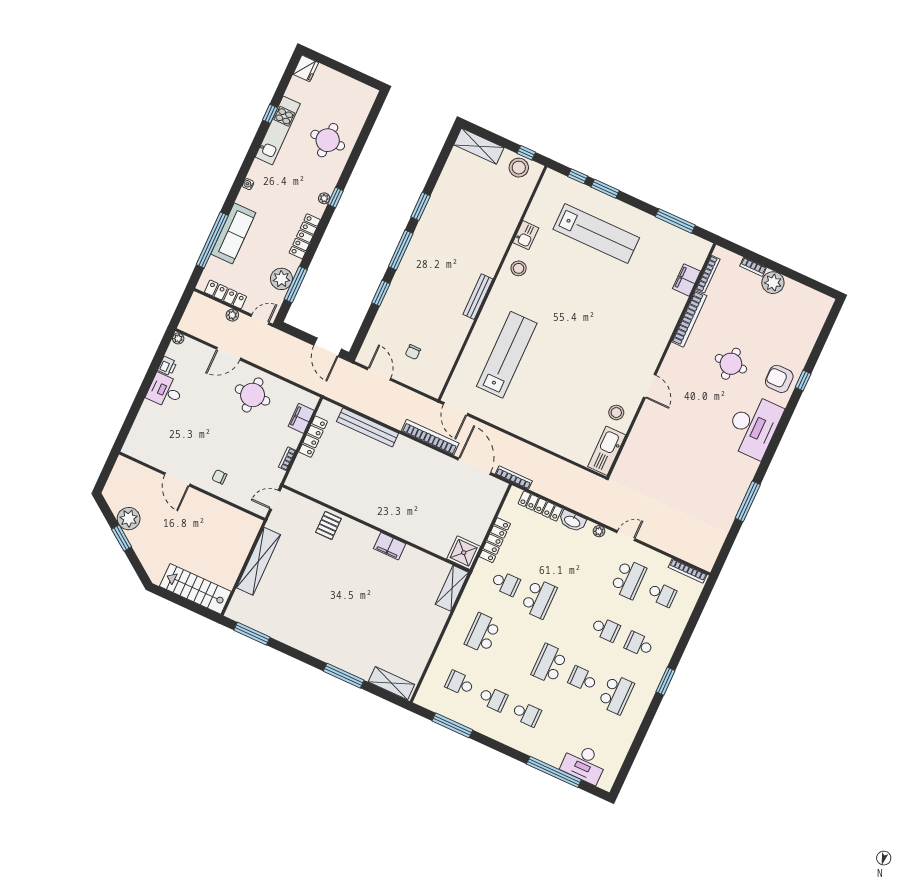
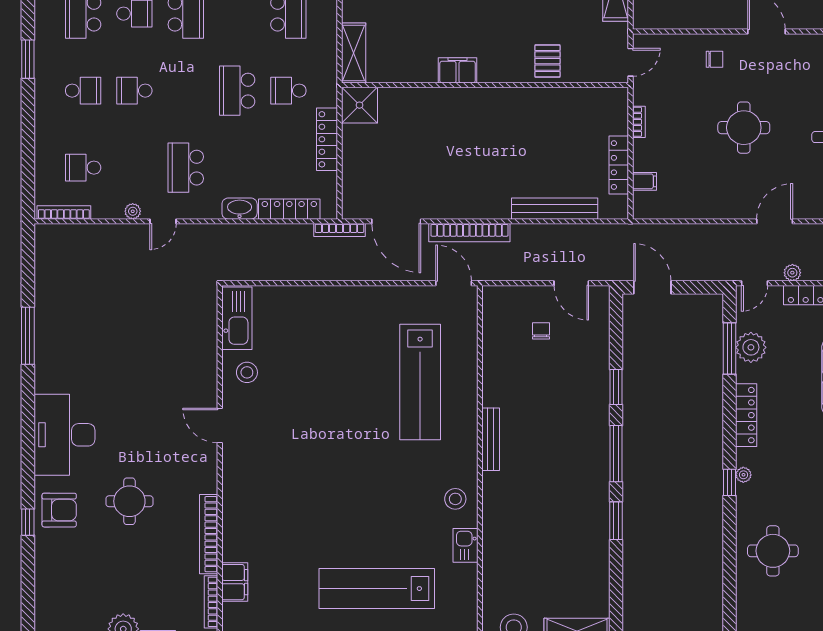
round table: (253, 395) -> (744, 128), moved
filing cabinet: (301, 418) -> (644, 181), width x0.50
plant: (599, 531) -> (133, 211), moved
school desk: (628, 579) -> (186, 168), moved

